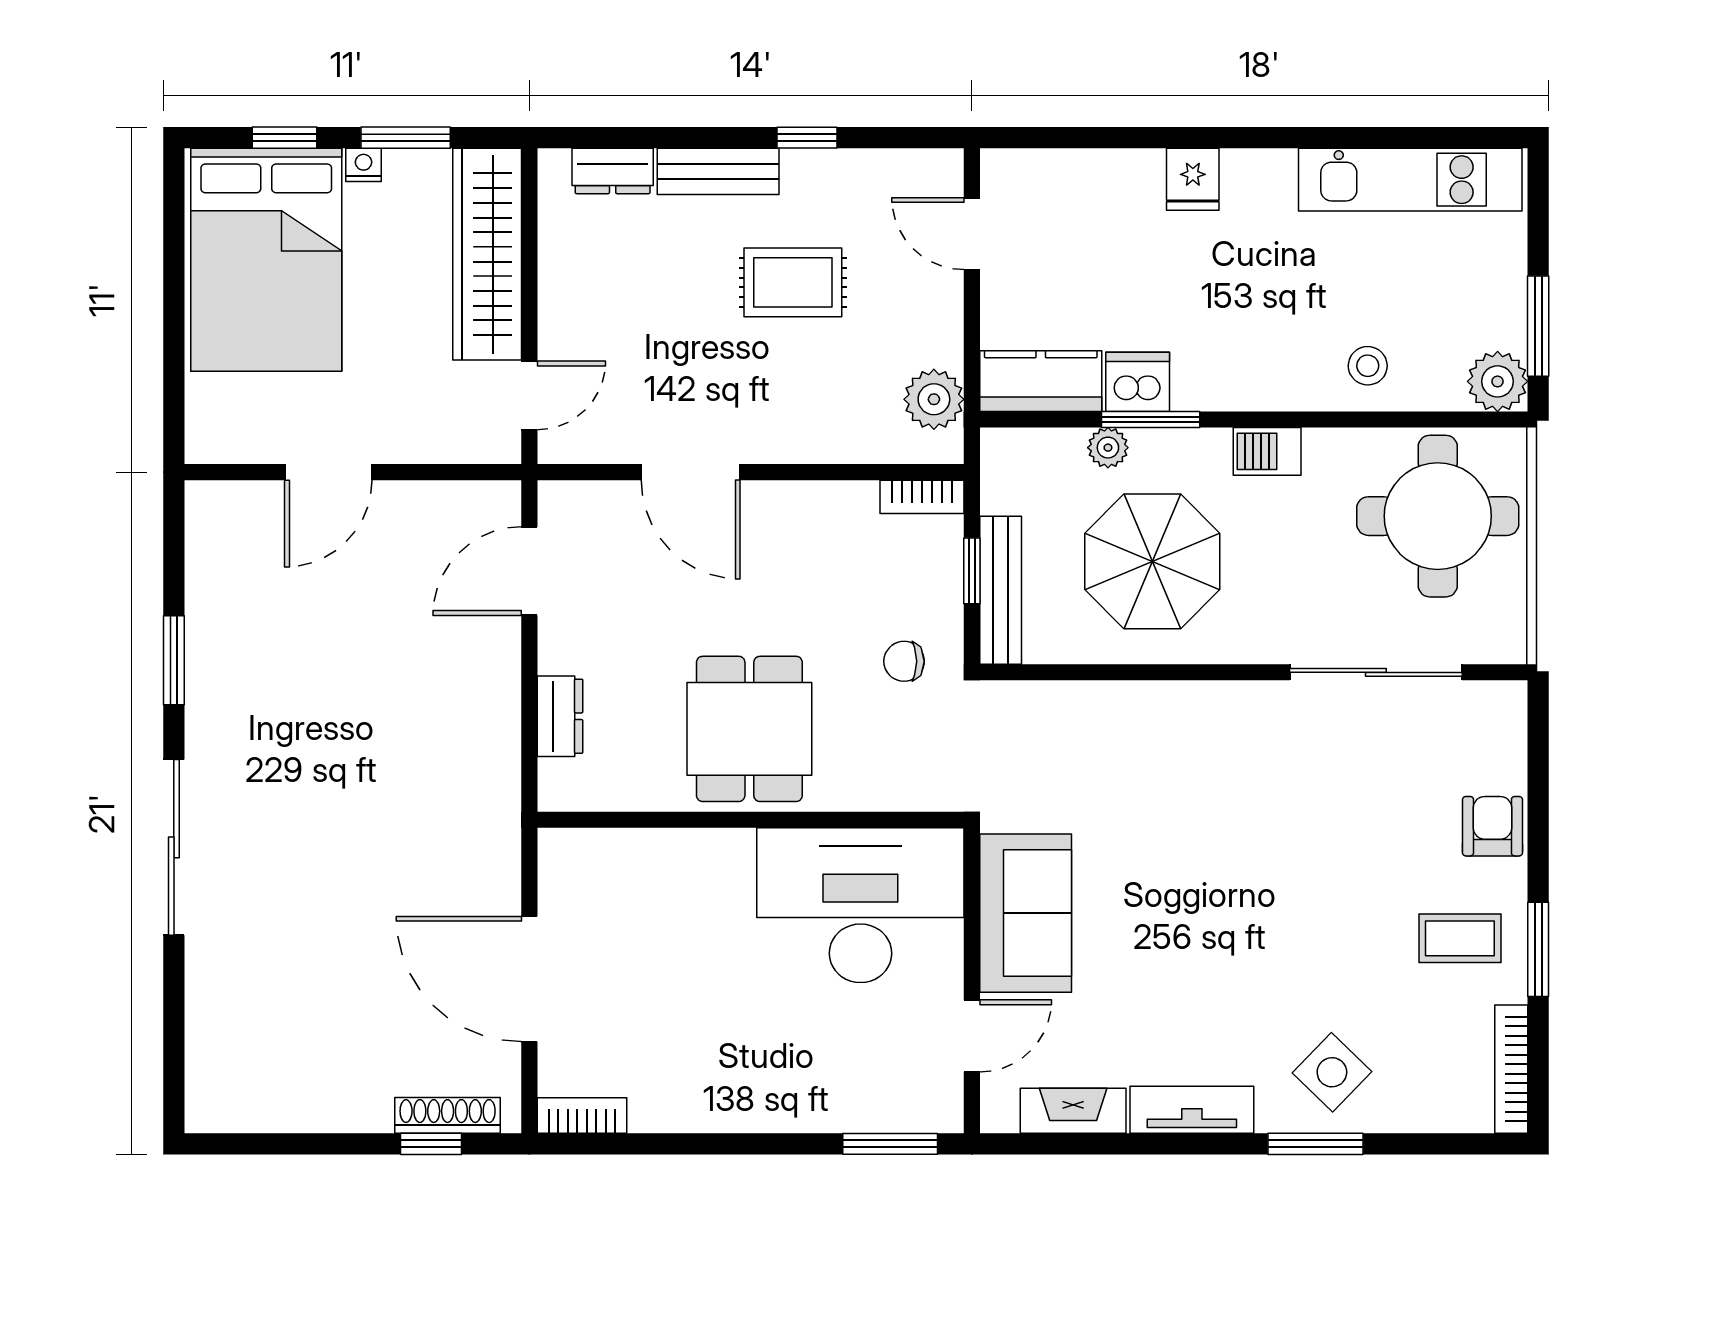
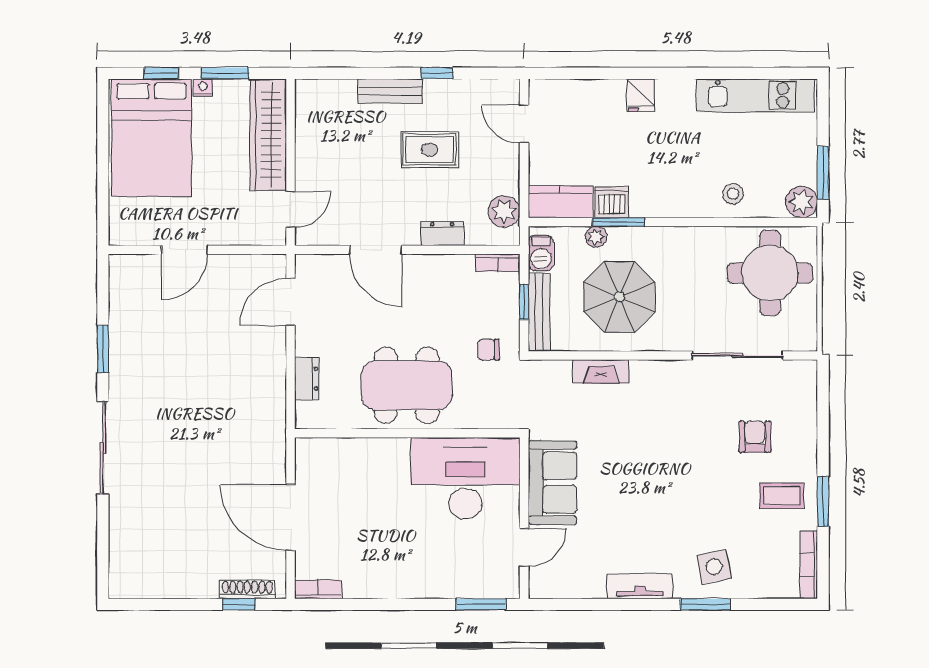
dresser: (613, 171) -> (442, 234), moved, turned 180
barbecue: (1267, 451) -> (541, 253), moved, turned -90
dining table: (749, 729) -> (407, 385), width x1.38
armchair: (1492, 826) -> (755, 437), moved
side table: (1332, 1072) -> (714, 567), turned 35
fireplace: (1073, 1111) -> (601, 372), moved, turned 180

